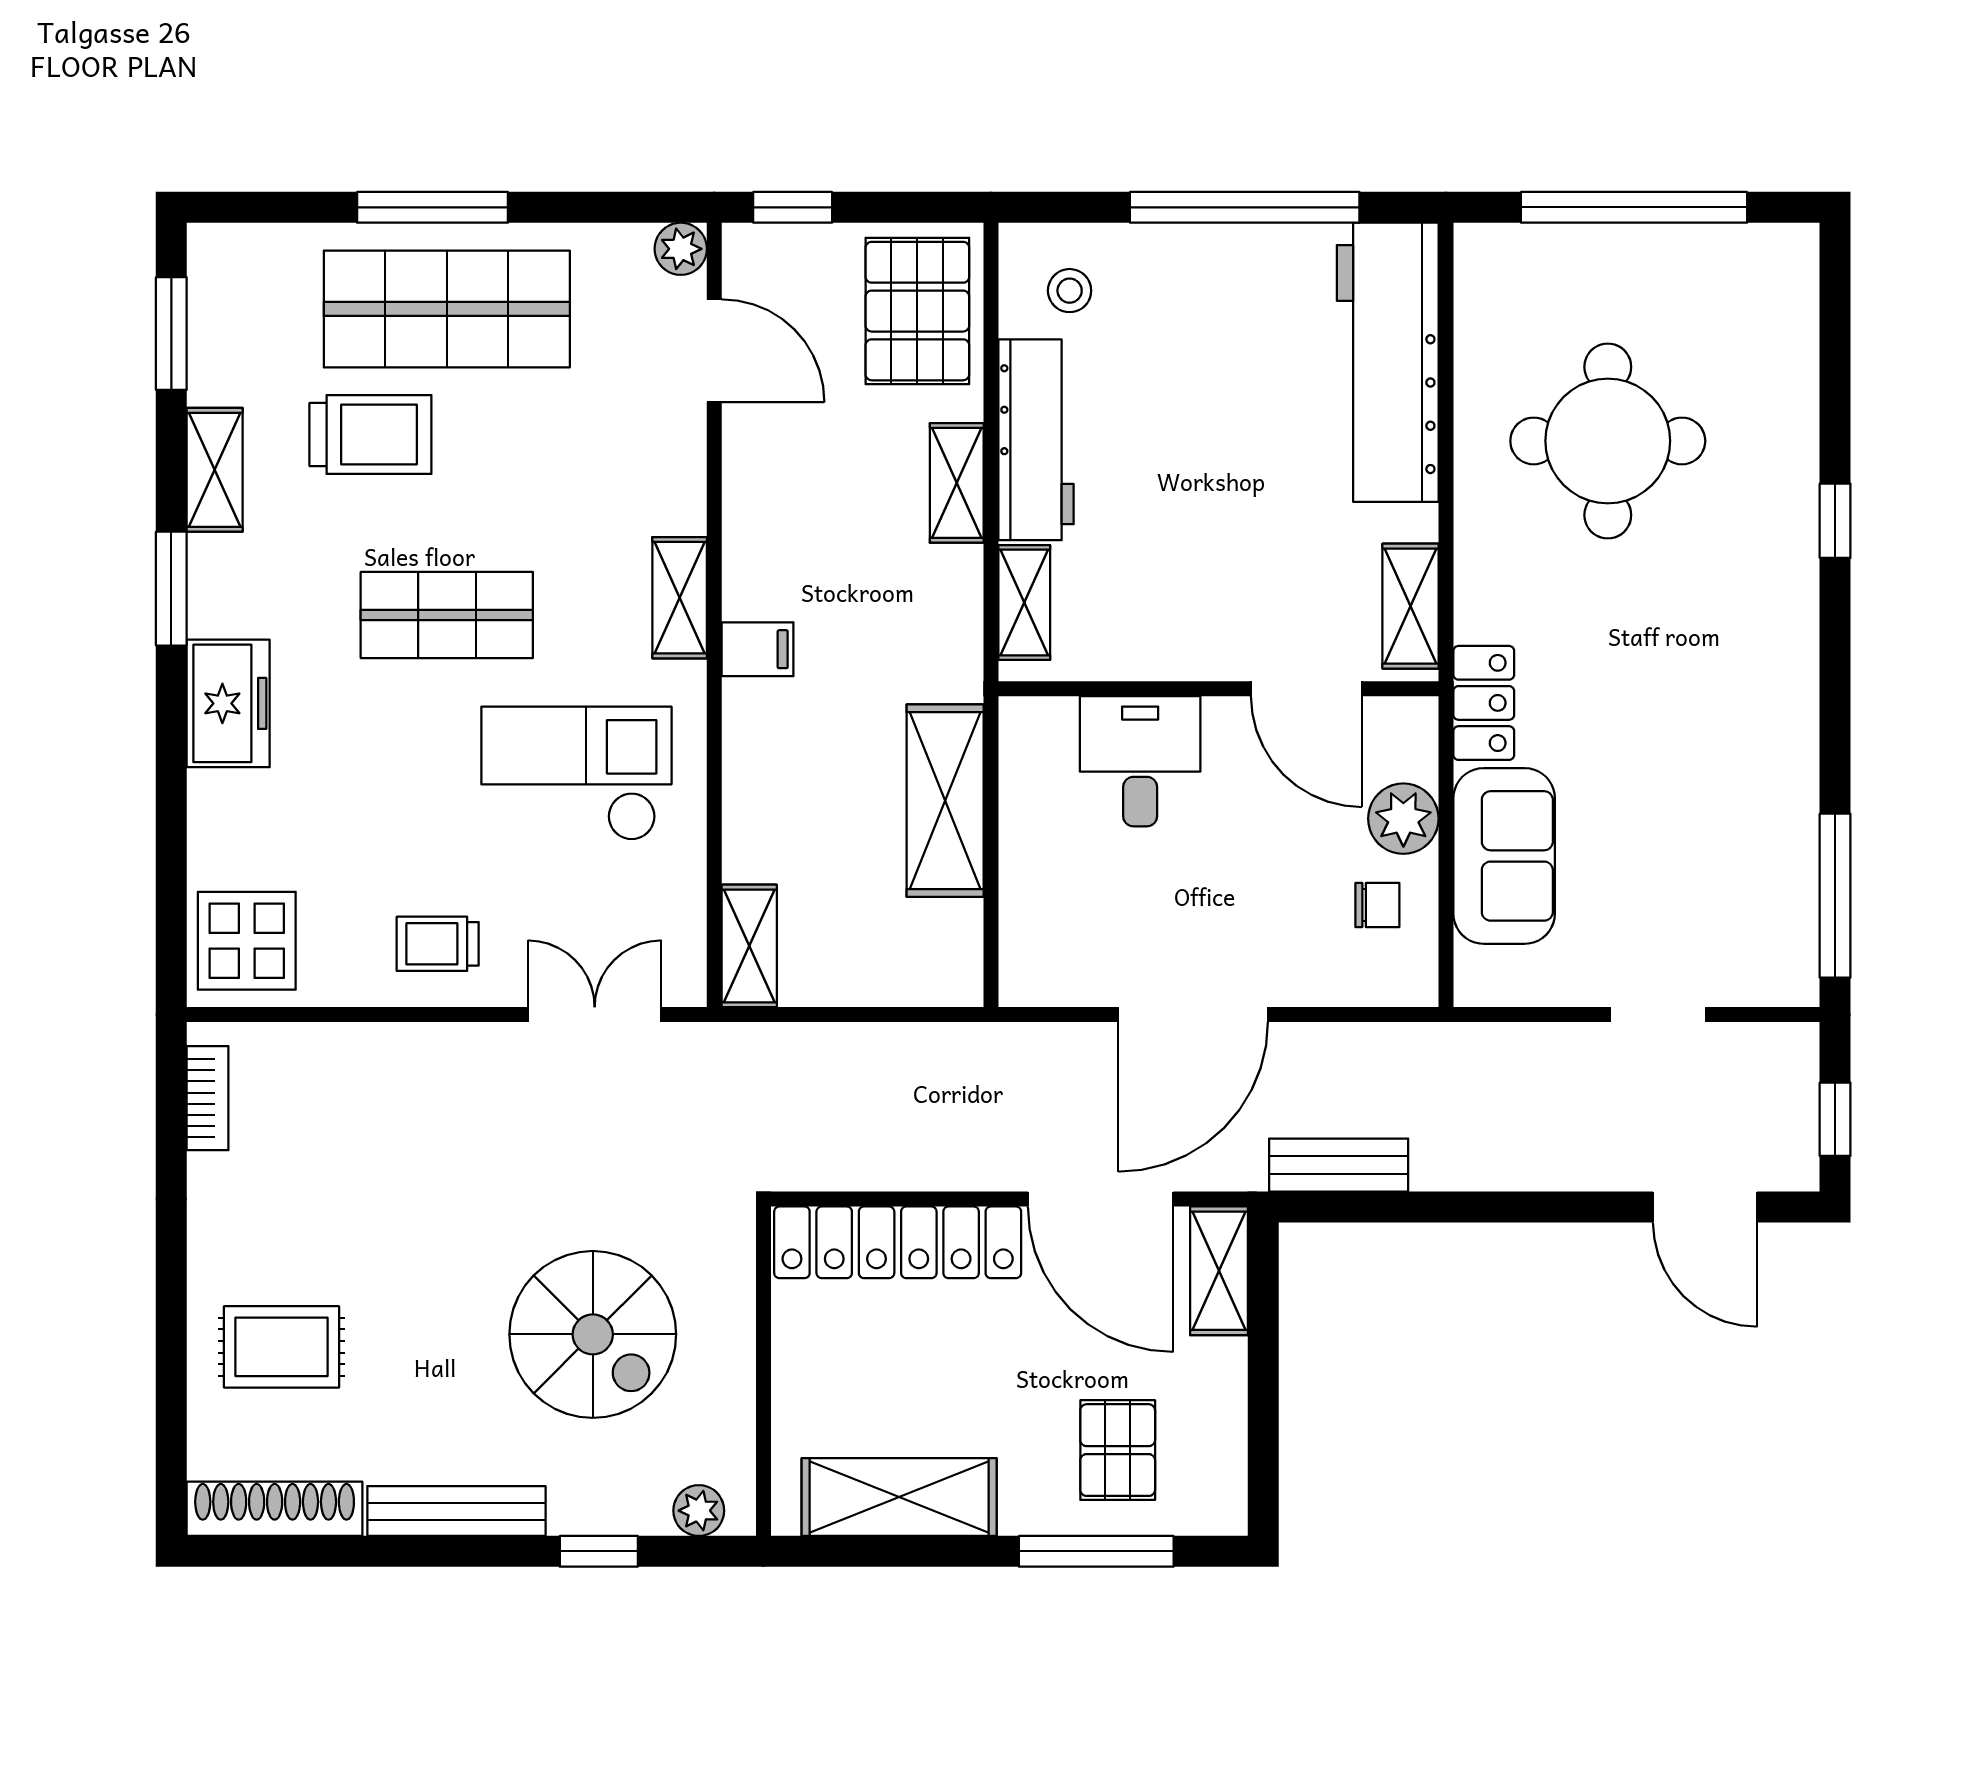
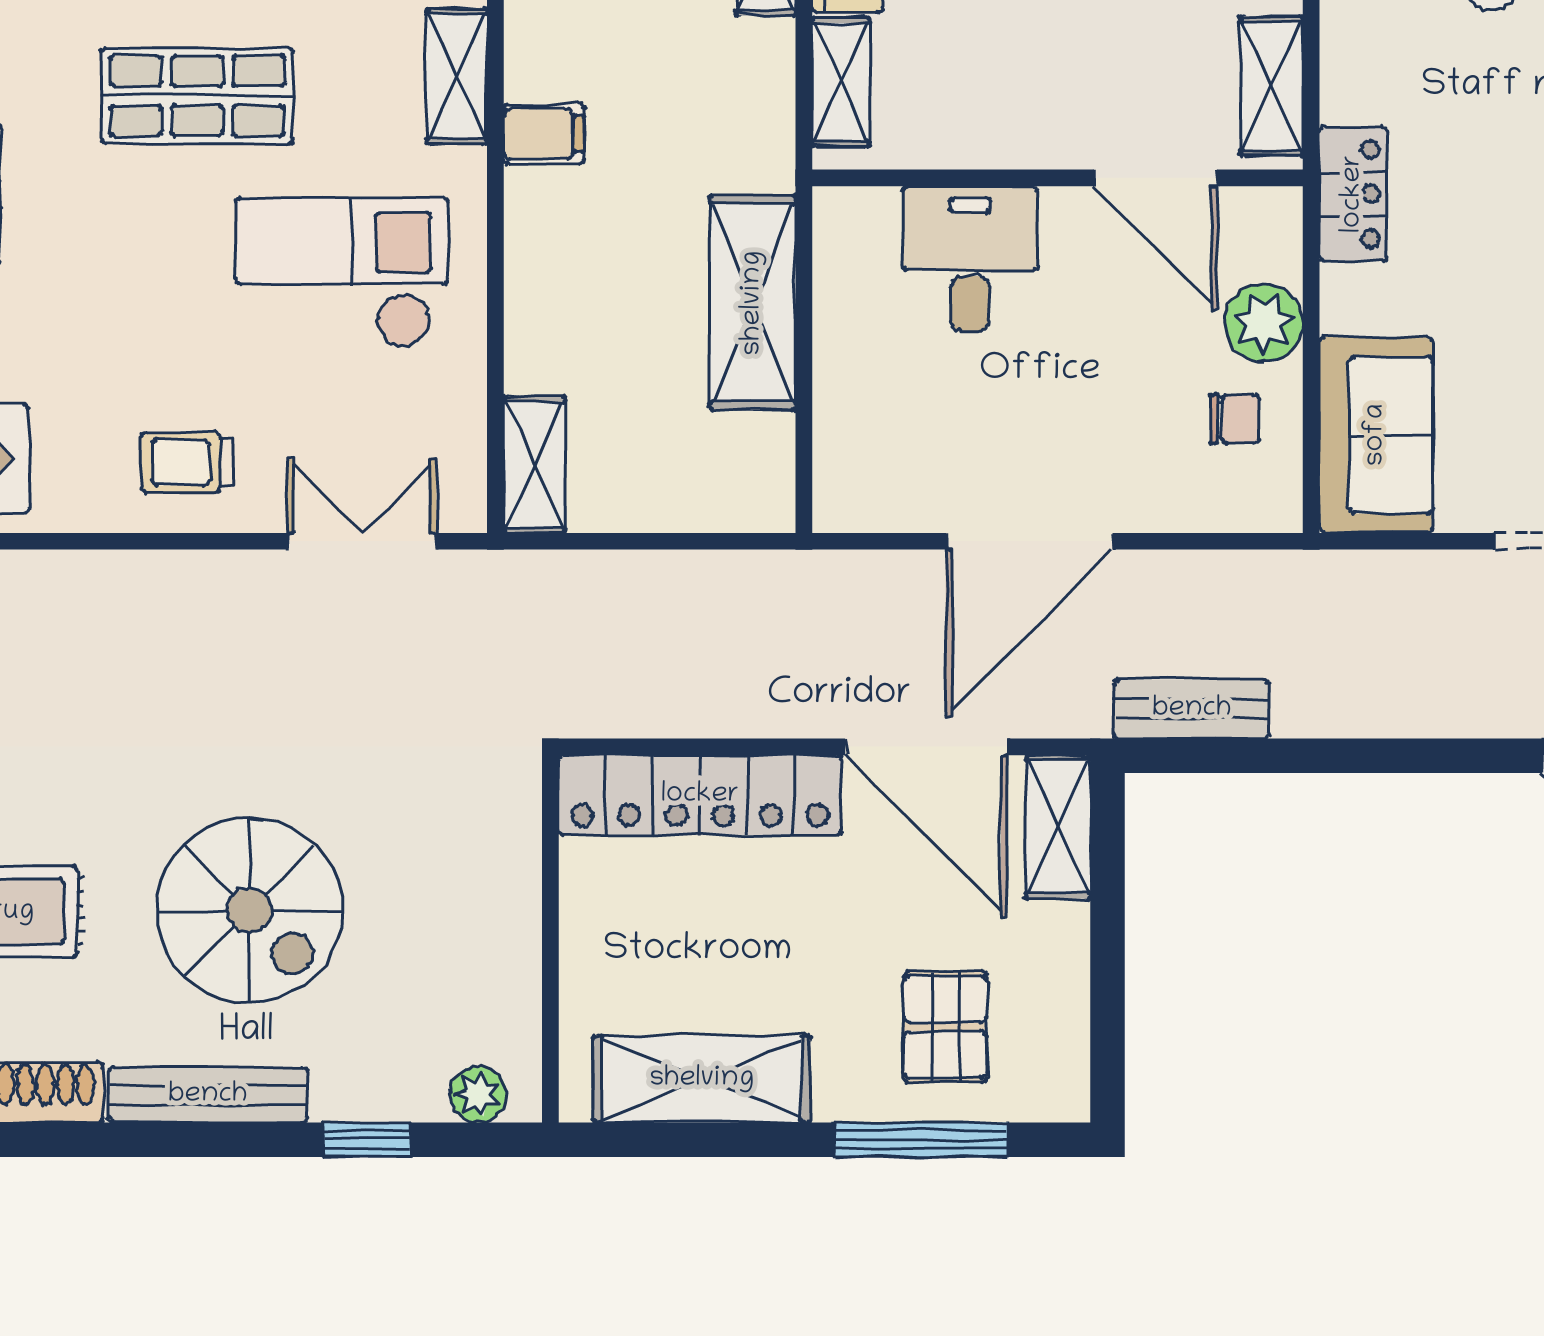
sofa: (1504, 856) -> (1376, 435), moved
spiral stairs: (593, 1334) -> (250, 911), moved

